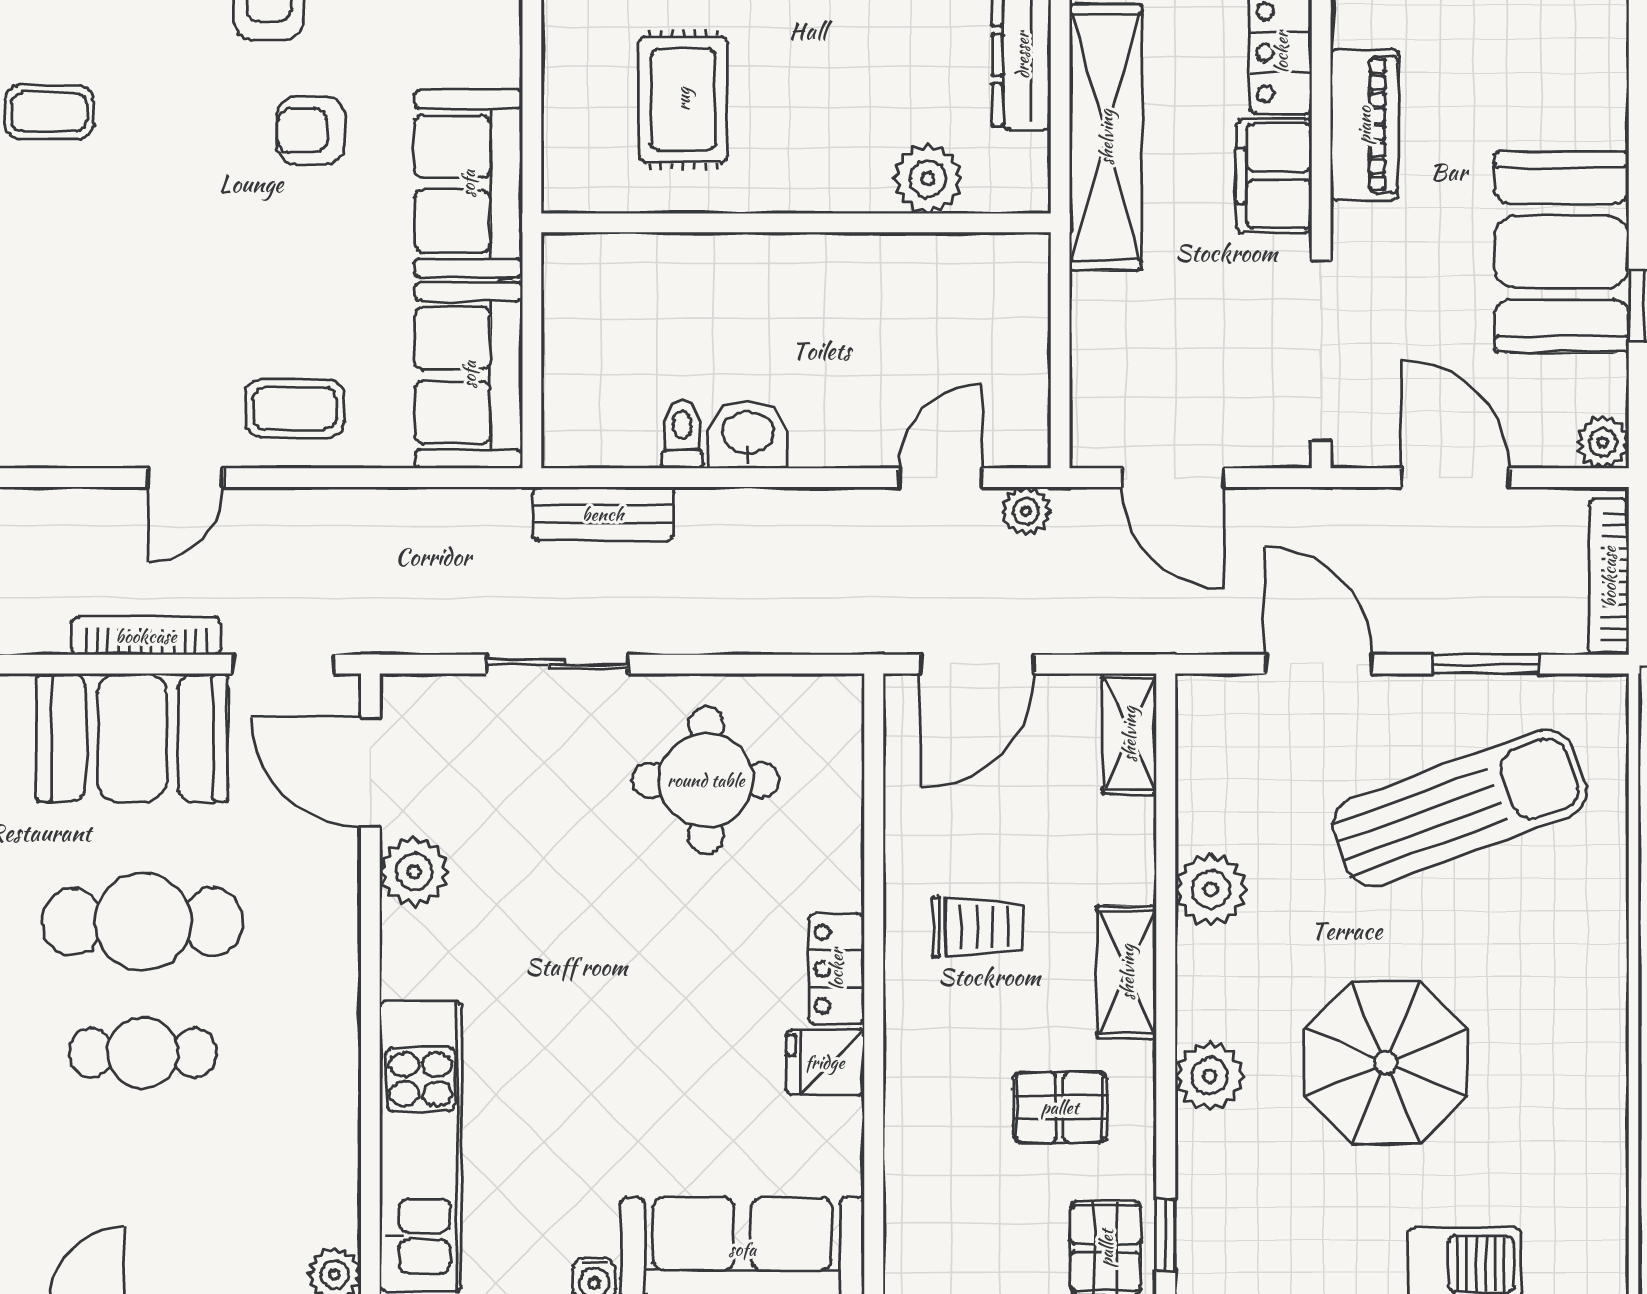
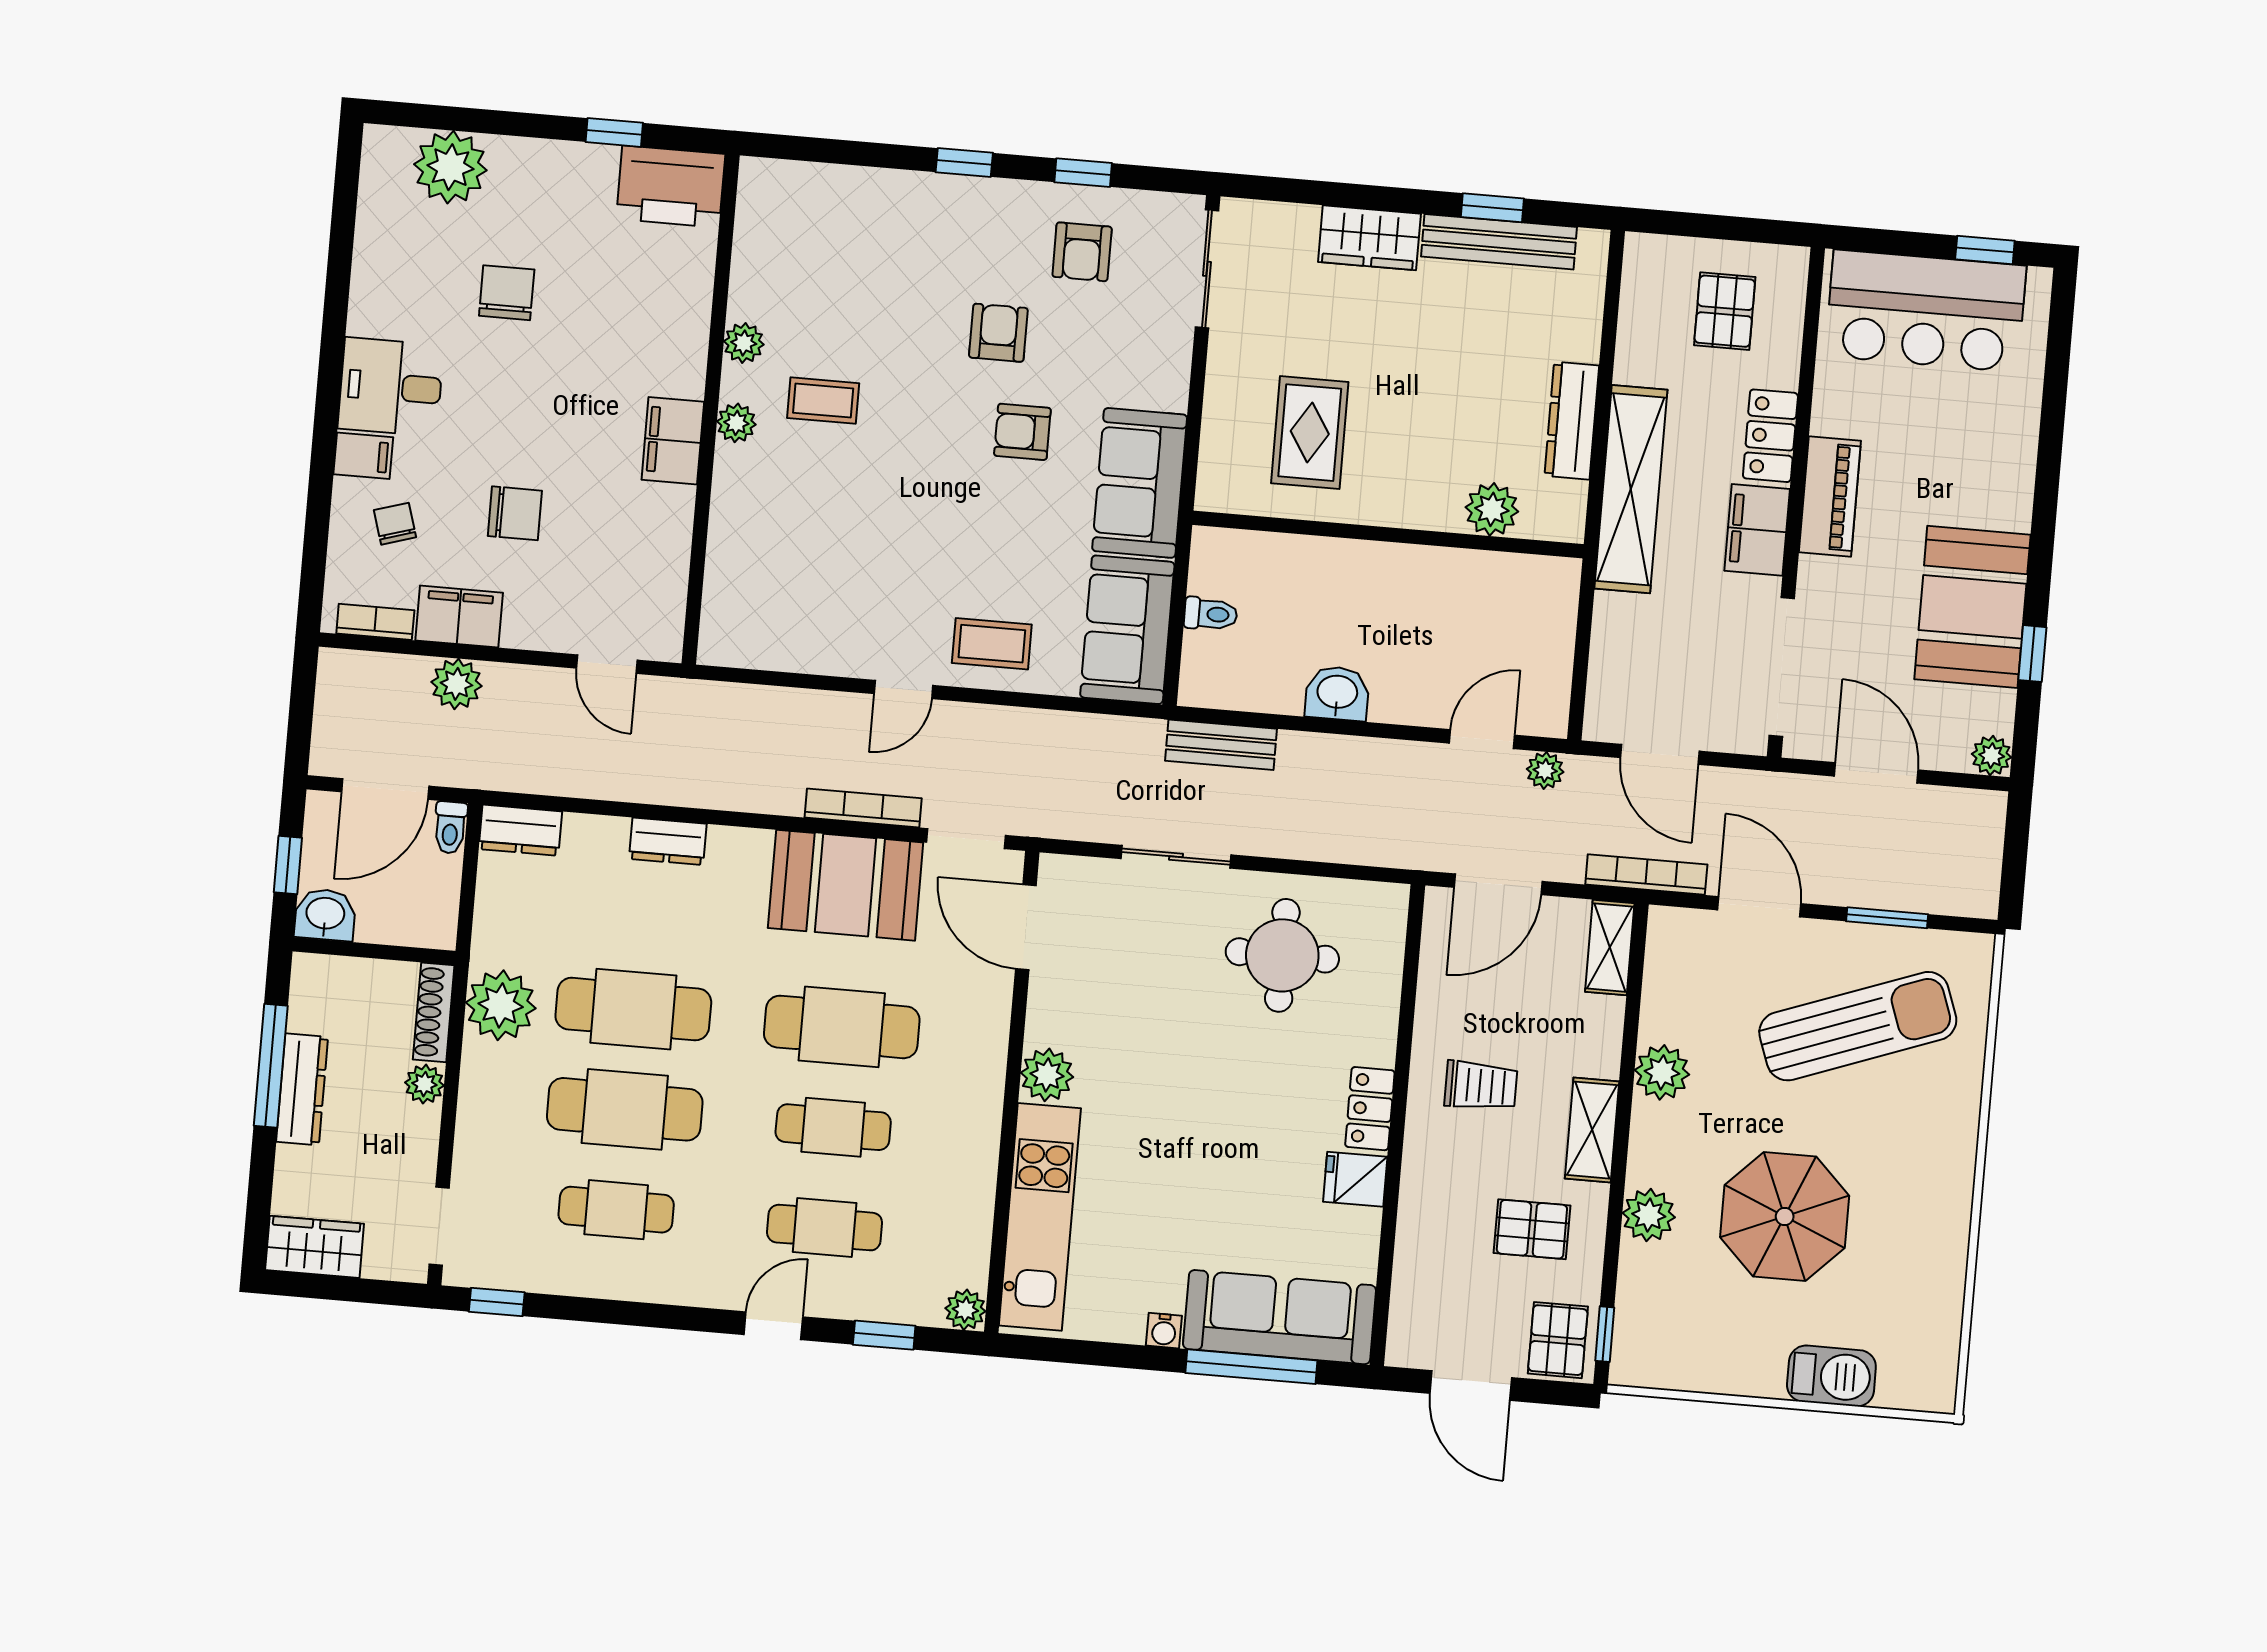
toilet: (682, 434) -> (1211, 614), moved, turned 90
bookcase: (1609, 577) -> (1646, 874), moved, turned 90
plant: (414, 872) -> (1047, 1075), moved
cafe table: (143, 1184) -> (825, 1228), added

